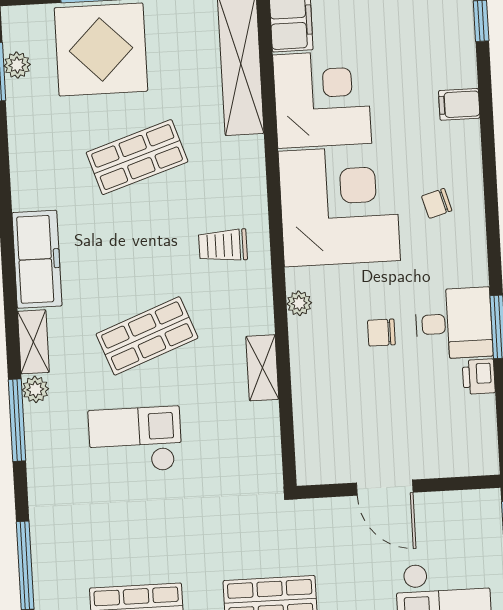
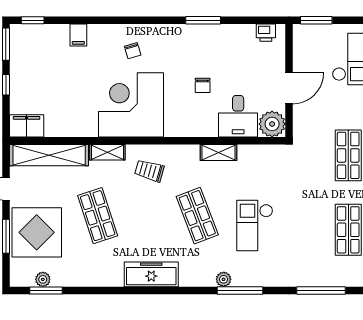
corner desk: (322, 99) -> (71, 111), removed
trolley: (223, 245) -> (149, 171), turned 106
plant: (299, 303) -> (272, 124), moved, width x1.87, depth x1.87
desk: (454, 323) -> (238, 116), moved, turned 180
shelving: (33, 342) -> (107, 152), moved
printer: (479, 377) -> (266, 33), moved

